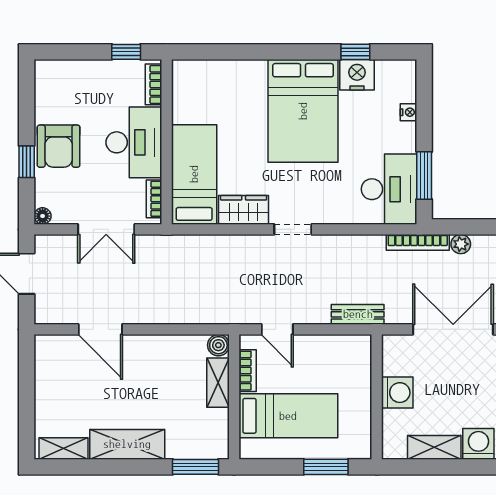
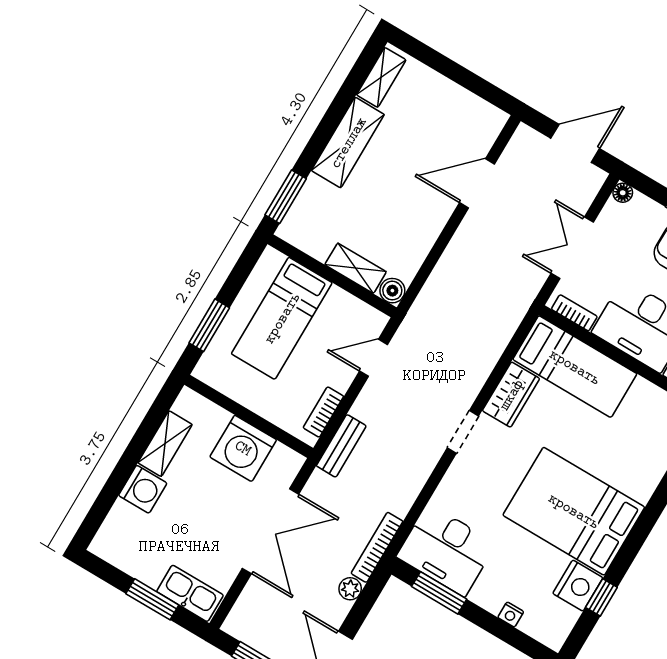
bookcase: (248, 371) -> (323, 412), moved, turned 90
washing machine: (397, 393) -> (243, 448), width x1.37, depth x1.37

